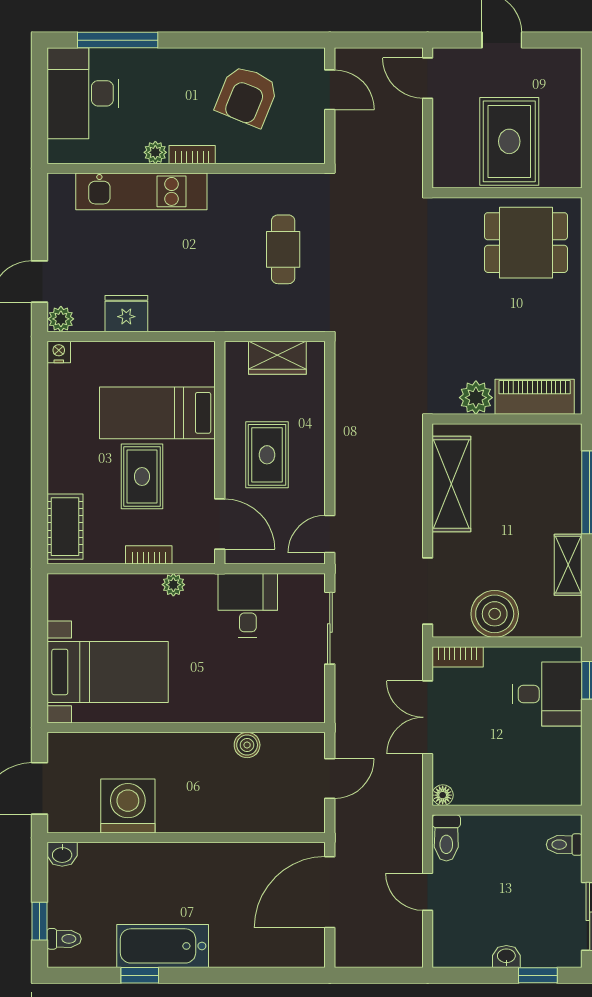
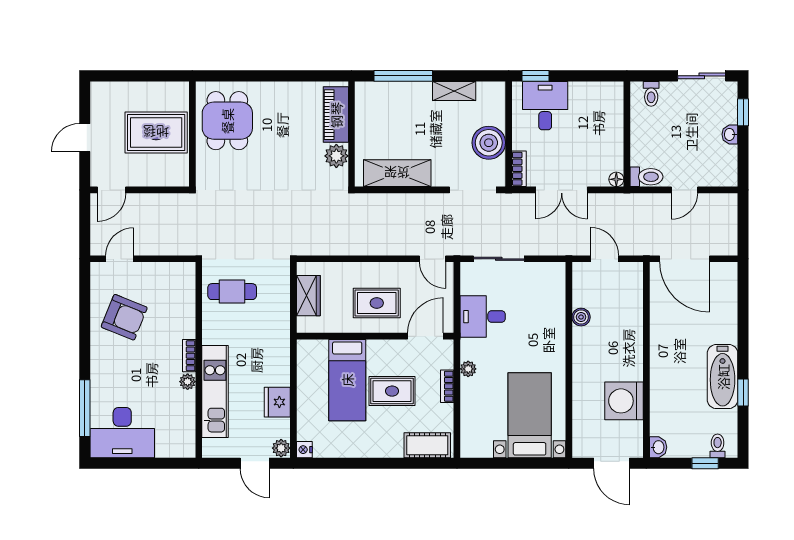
plant: (155, 152) -> (188, 382), moved
bookcase: (192, 155) -> (189, 356), moved
wall: (186, 168) -> (199, 360), moved
kitchen unit: (141, 191) -> (215, 391), moved

